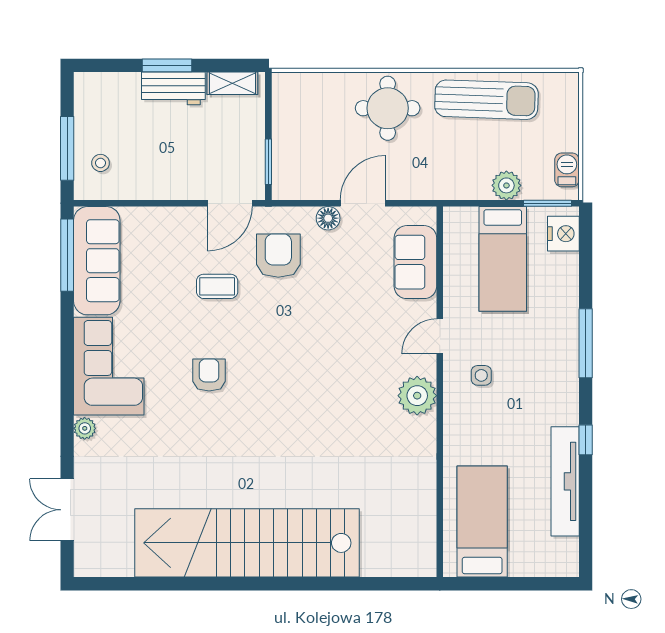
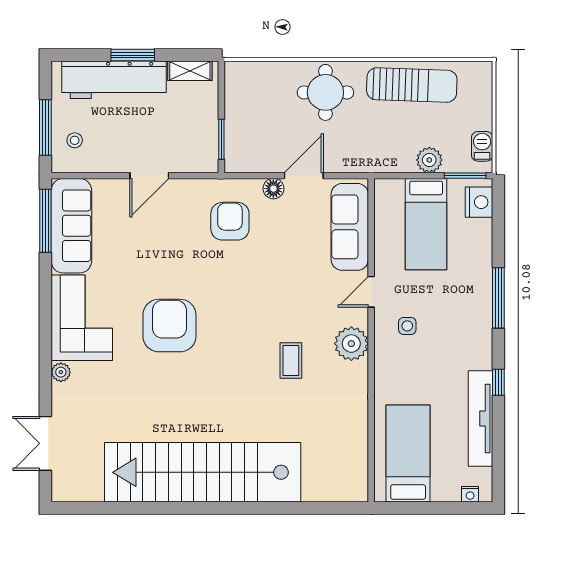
workbench: (173, 88) -> (114, 80), width x1.88, depth x1.32
door: (230, 203) -> (149, 176), moved
sofa: (415, 262) -> (350, 227), width x1.36
coffee table: (217, 286) -> (291, 361), moved, turned 90
armchair: (209, 375) -> (169, 326), width x1.88, depth x1.88
nightstand: (553, 568) -> (470, 494), added

